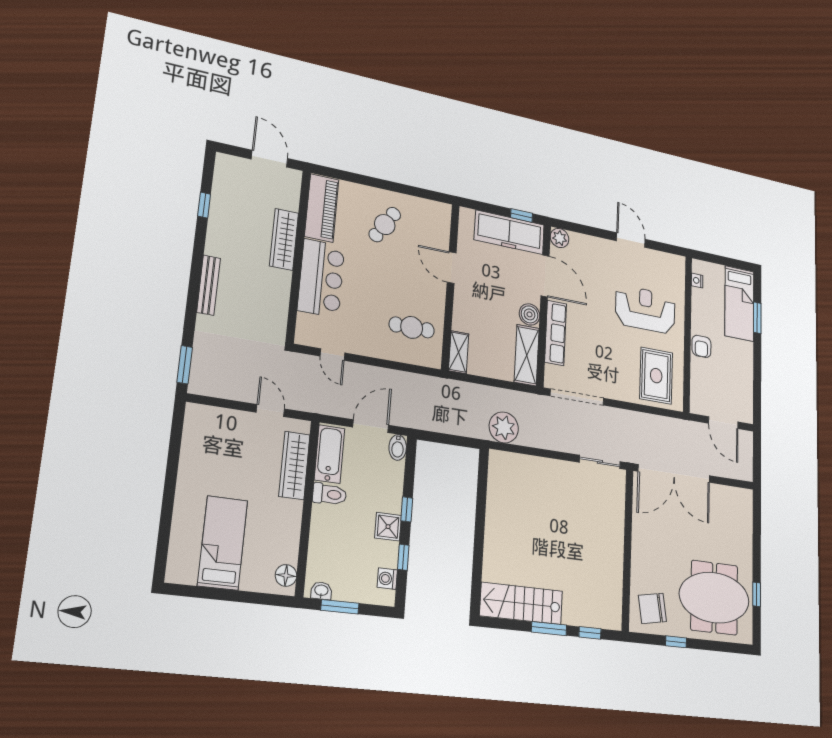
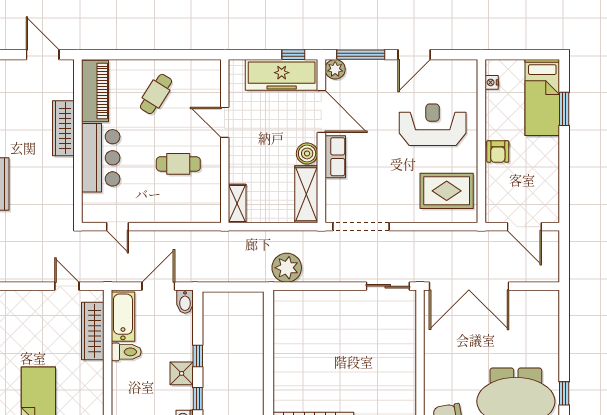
window: (583, 229) -> (361, 55), added
door: (631, 240) -> (414, 55), swing flipped
cafe table: (412, 327) -> (178, 164), moved
row of seats: (555, 333) -> (335, 157), width x0.68
rug: (656, 376) -> (447, 191), turned 90

